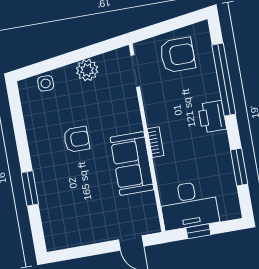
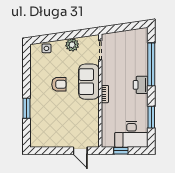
armchair: (178, 55) -> (127, 45), removed
sofa: (132, 163) -> (89, 82), moved
desk: (189, 205) -> (131, 134), moved

